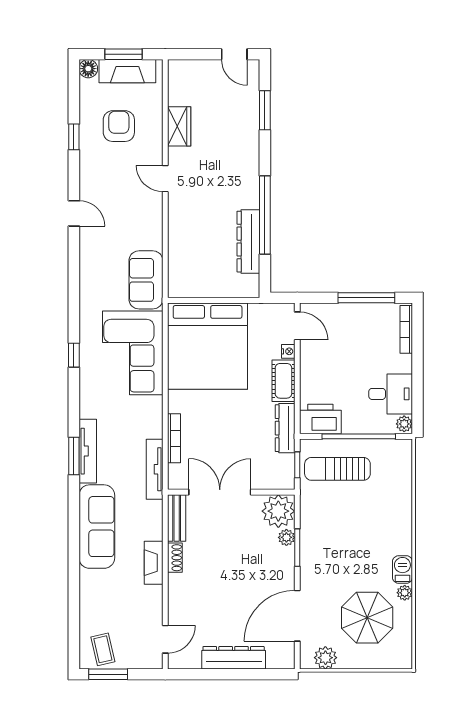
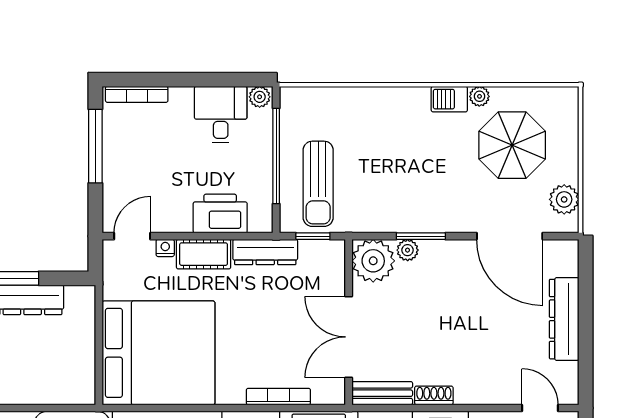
printer: (320, 419) -> (220, 214), moved, turned 90

